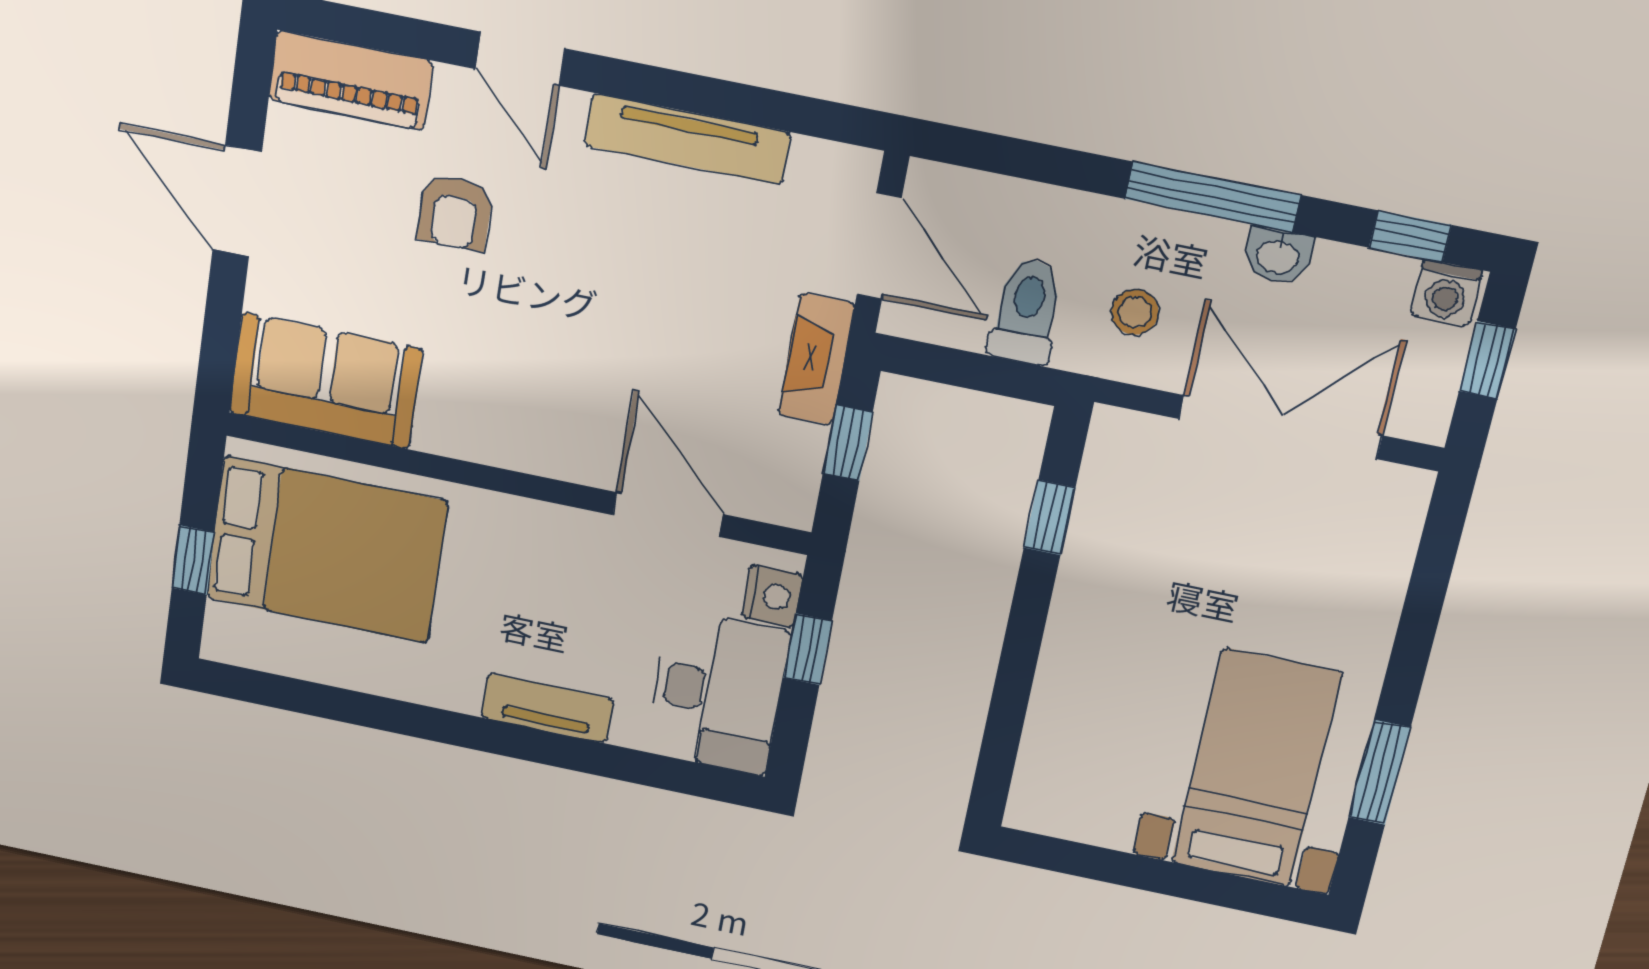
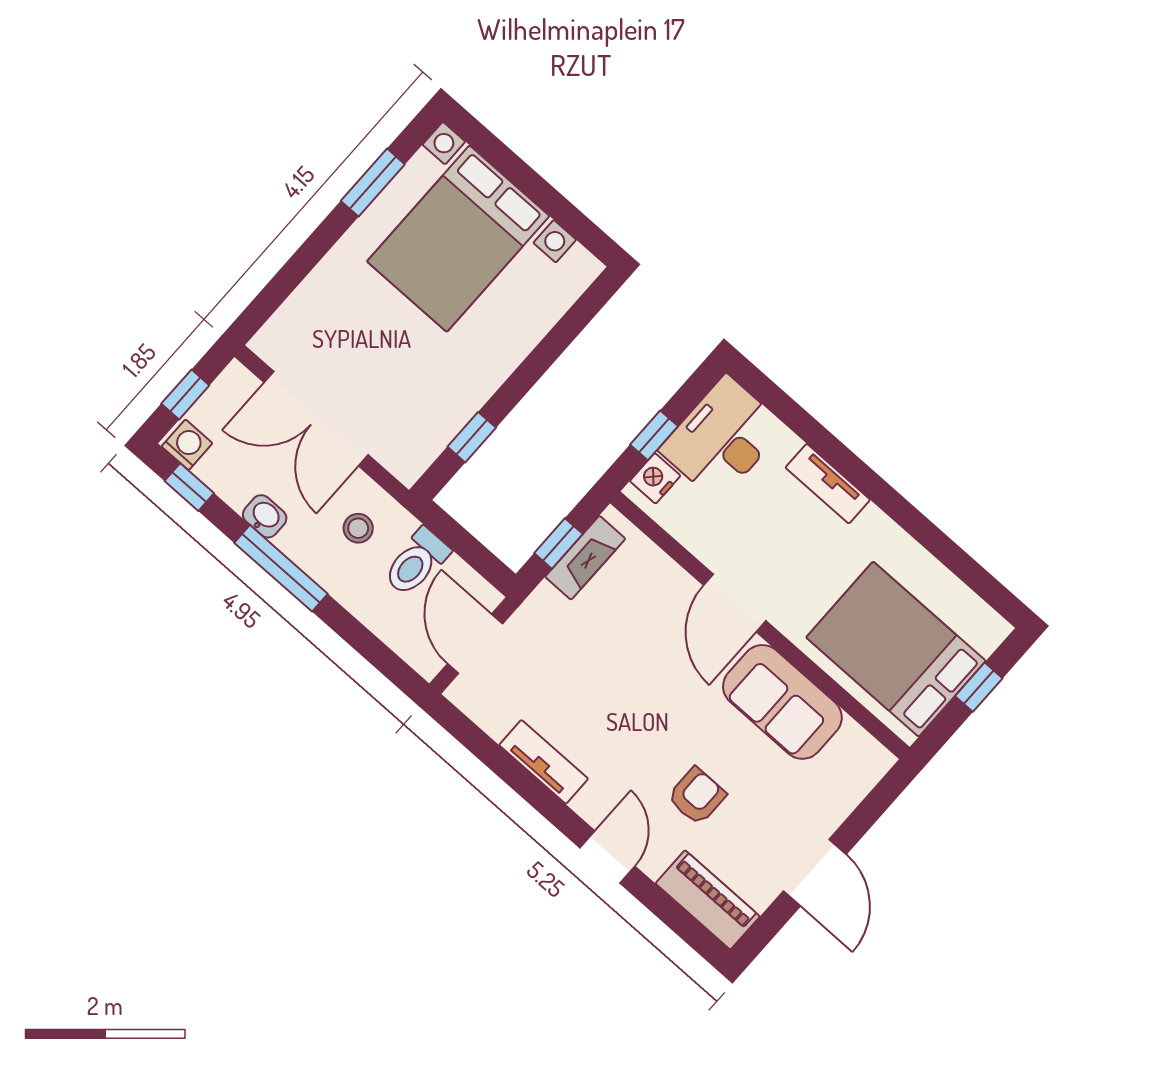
tv unit: (687, 139) -> (544, 762), width x0.71
fireplace: (816, 359) -> (585, 558), moved
sofa: (326, 381) -> (782, 702), moved
door: (668, 515) -> (735, 603), moved
bed with nightstands: (1256, 768) -> (458, 239), width x1.36

